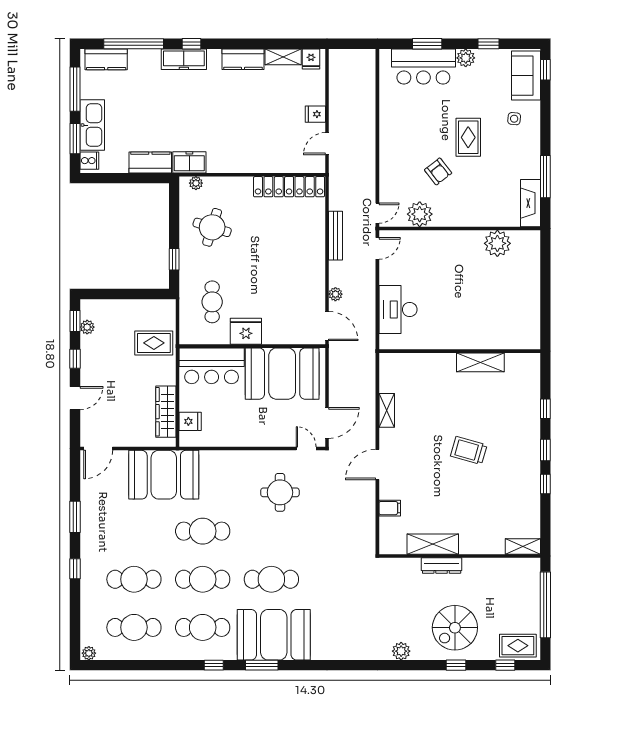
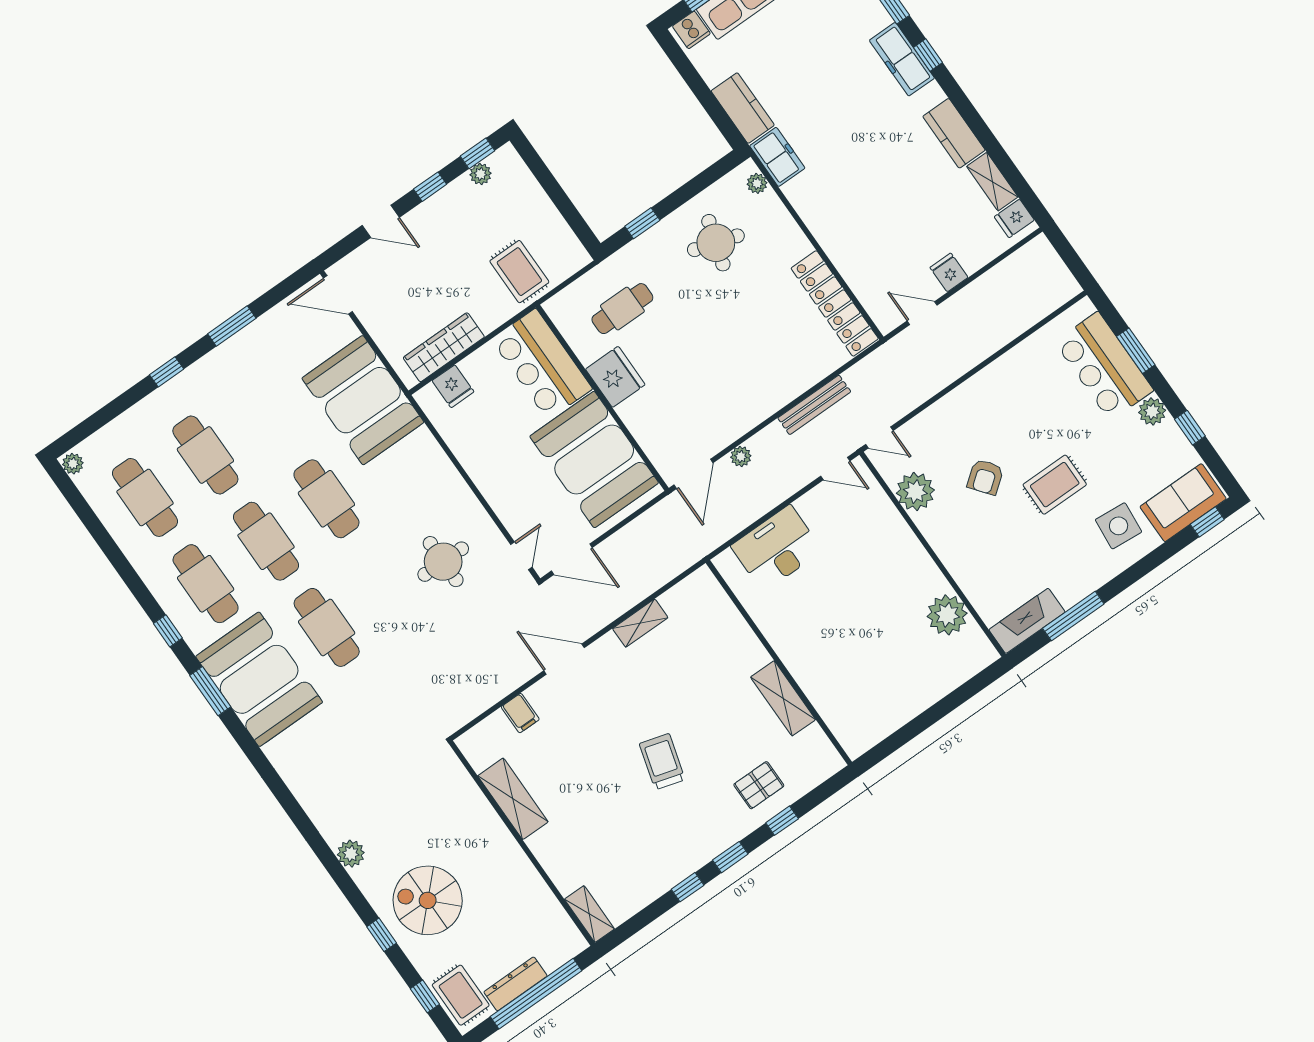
side table: (514, 119) -> (1119, 526), width x1.87, depth x1.87
pallet: (518, 408) -> (759, 785), added
dresser: (442, 566) -> (516, 984), moved, turned 90

